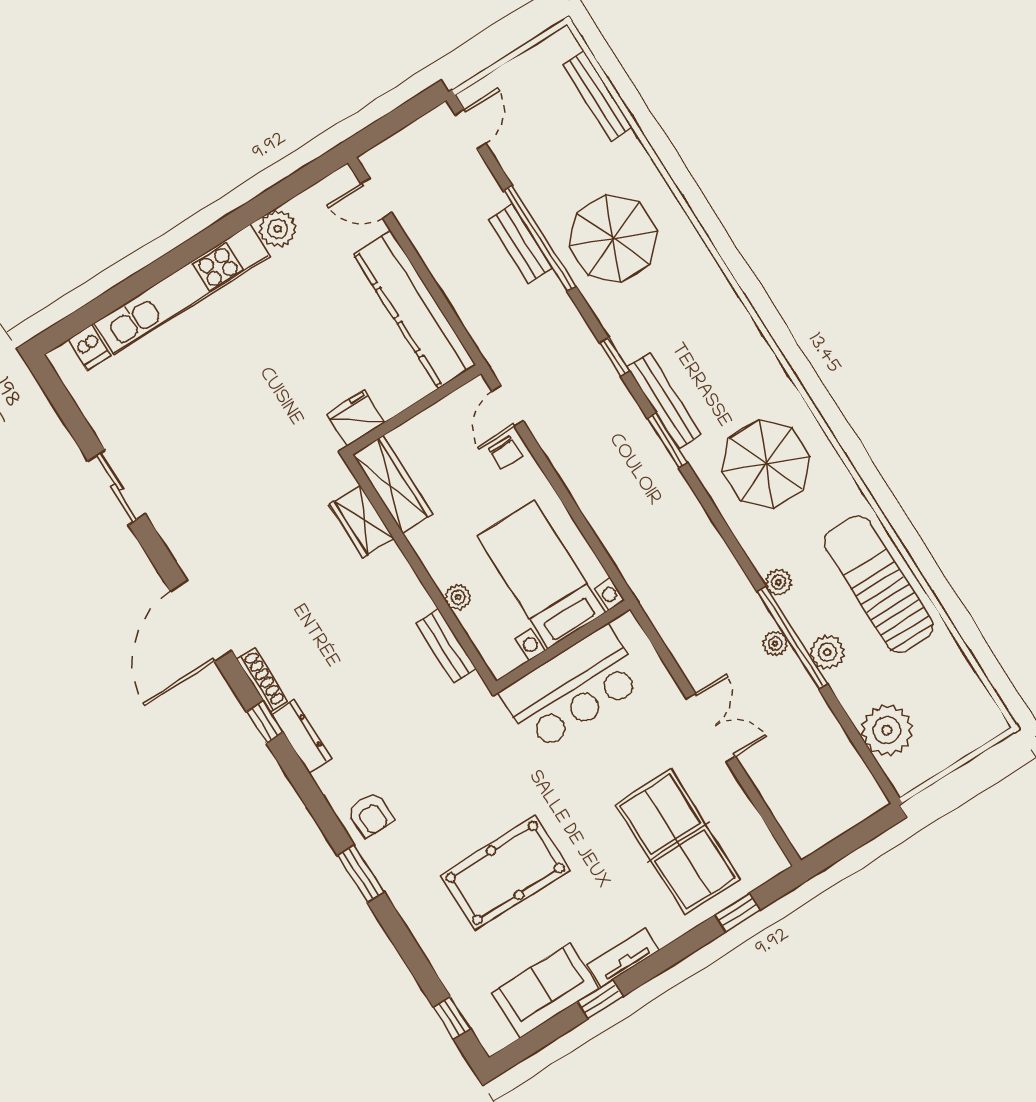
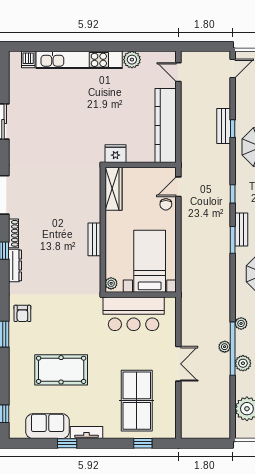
window: (540, 238) -> (233, 129), width x0.32
bench: (664, 401) -> (241, 230), width x0.73
wardrobe: (362, 521) -> (92, 196), removed
plant: (458, 597) -> (111, 283), moved
bench: (446, 646) -> (94, 239), moved

